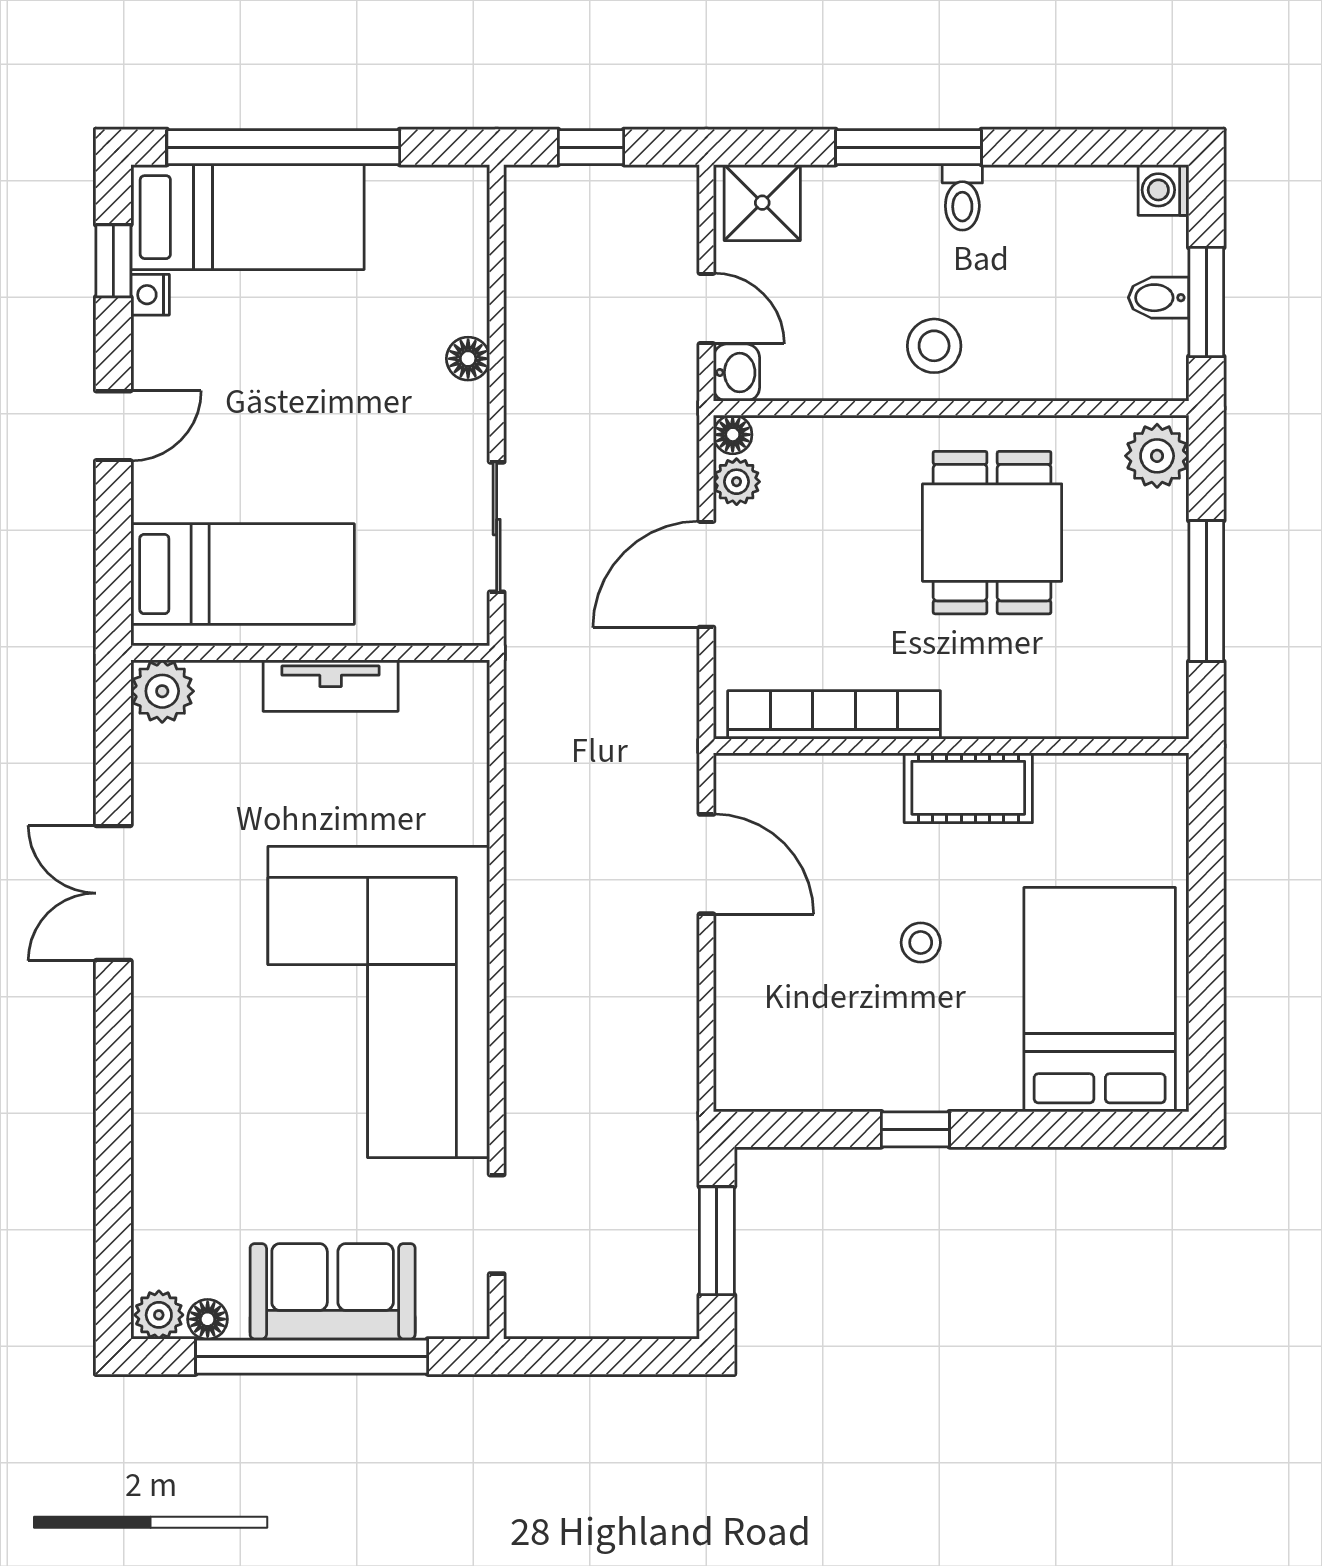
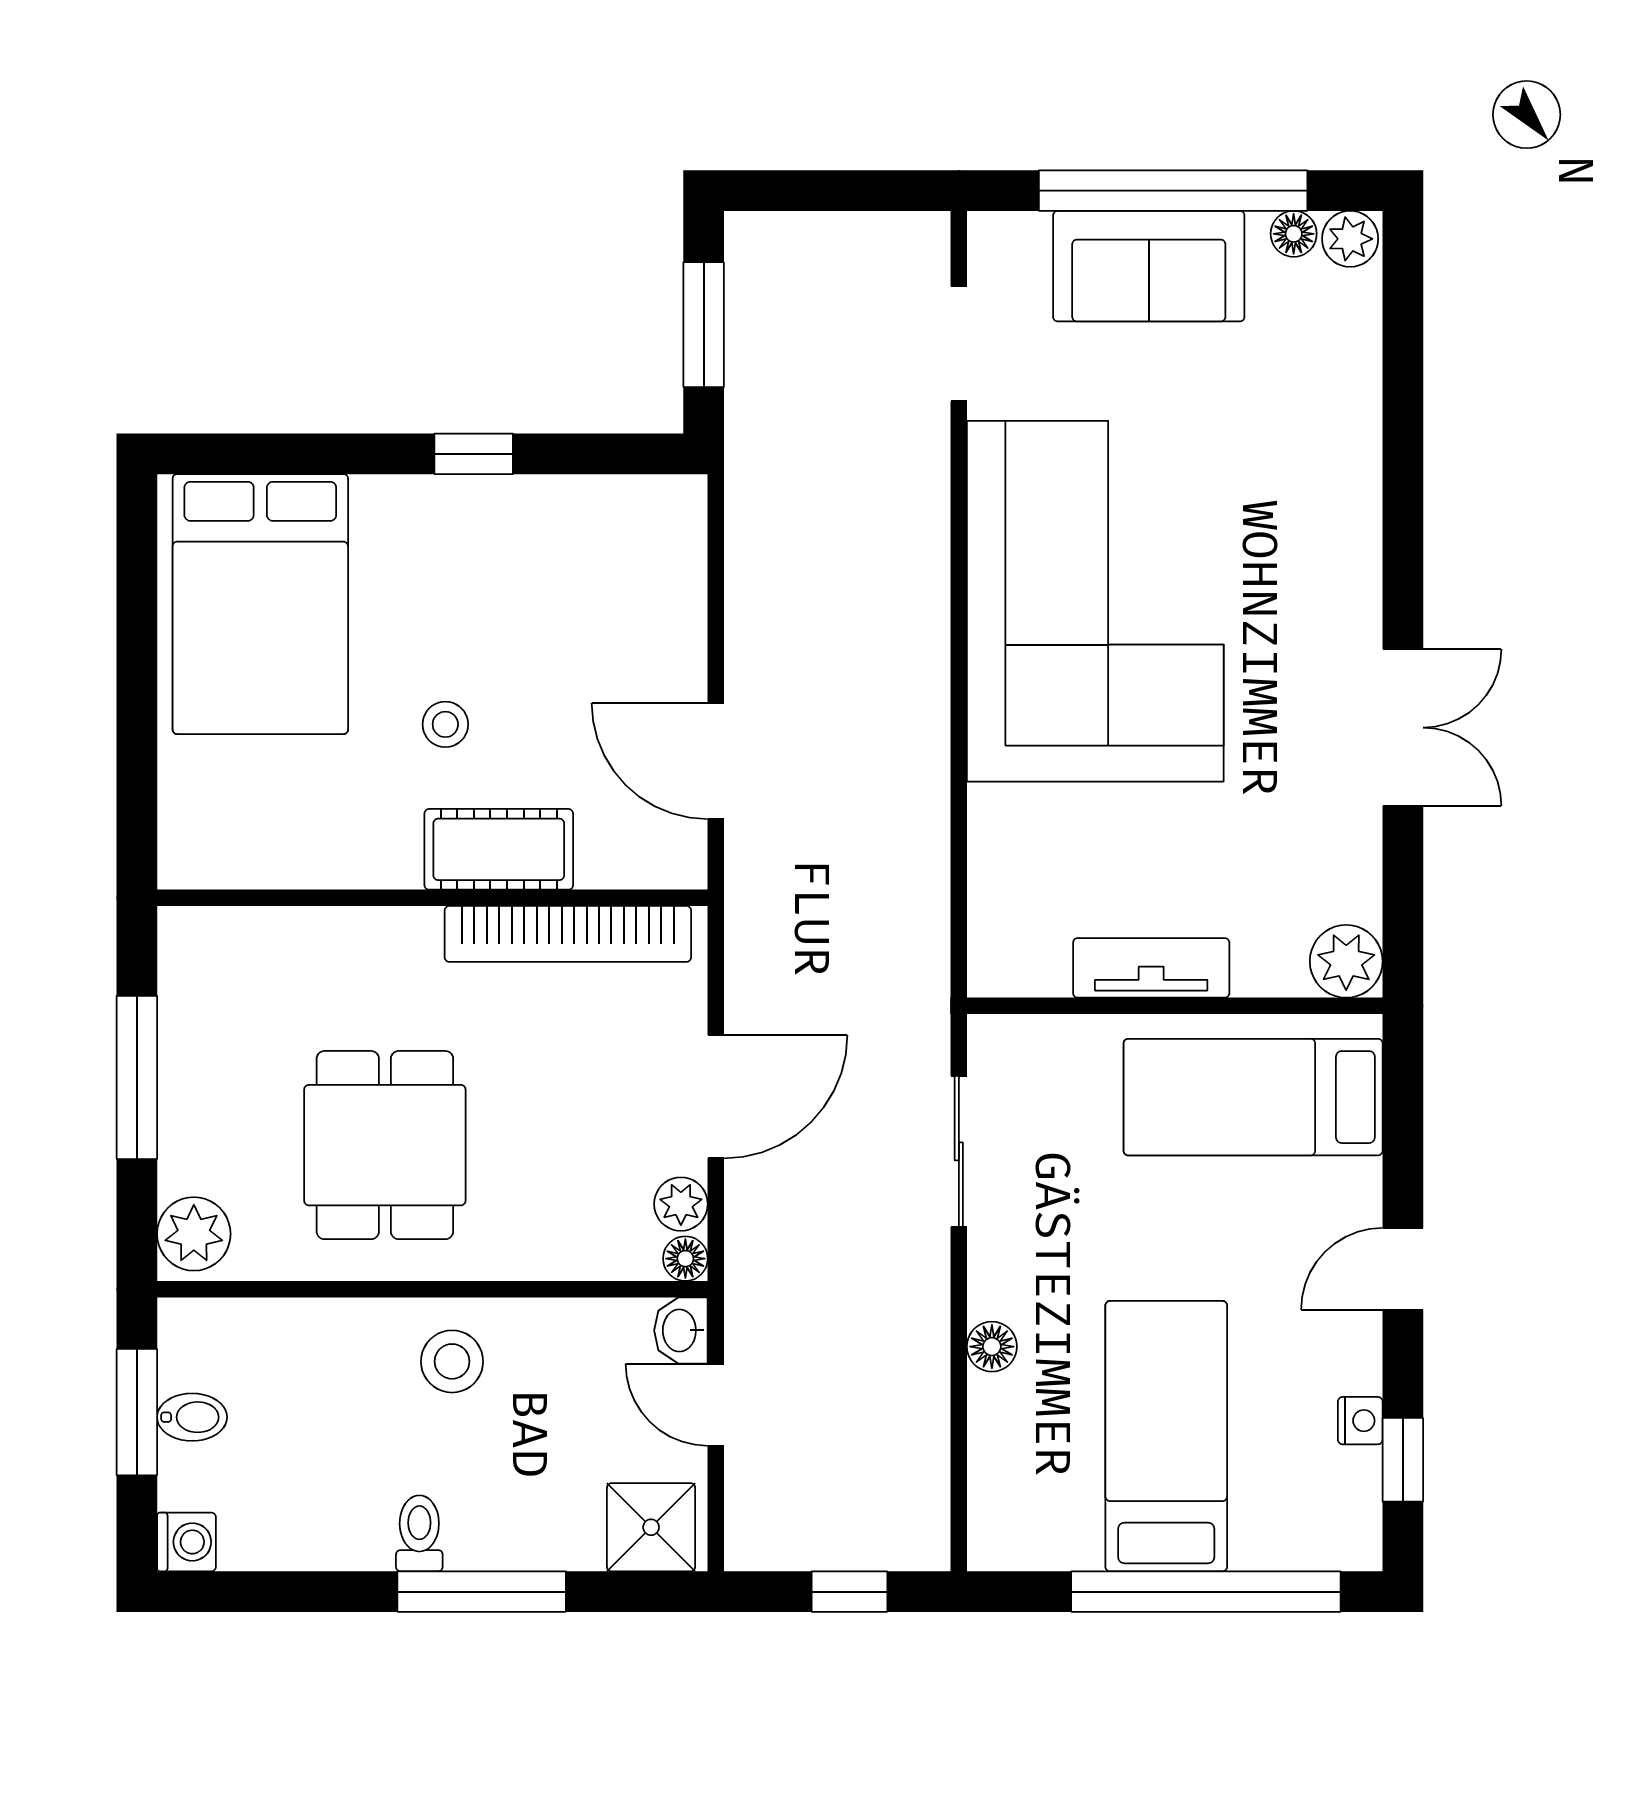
bed: (248, 217) -> (1166, 1436), moved, turned 90
cot: (968, 788) -> (499, 849), moved
stool: (921, 943) -> (445, 724), moved

